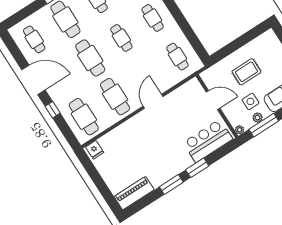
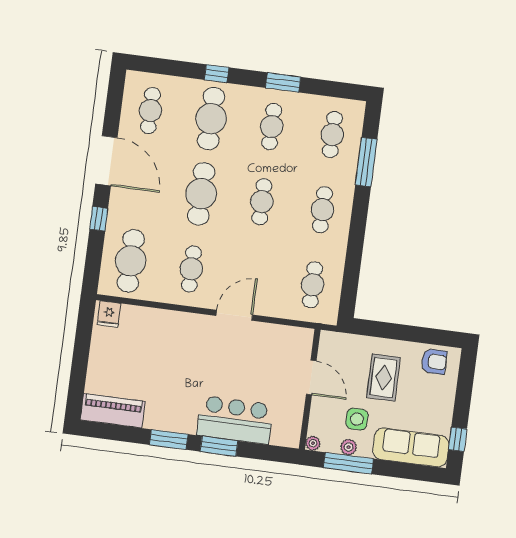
armchair: (264, 45) -> (434, 361), added
rug: (246, 72) -> (383, 377), turned 90
cafe table: (115, 97) -> (191, 269), width x0.73, depth x0.74
bar counter: (208, 141) -> (235, 420), moved

